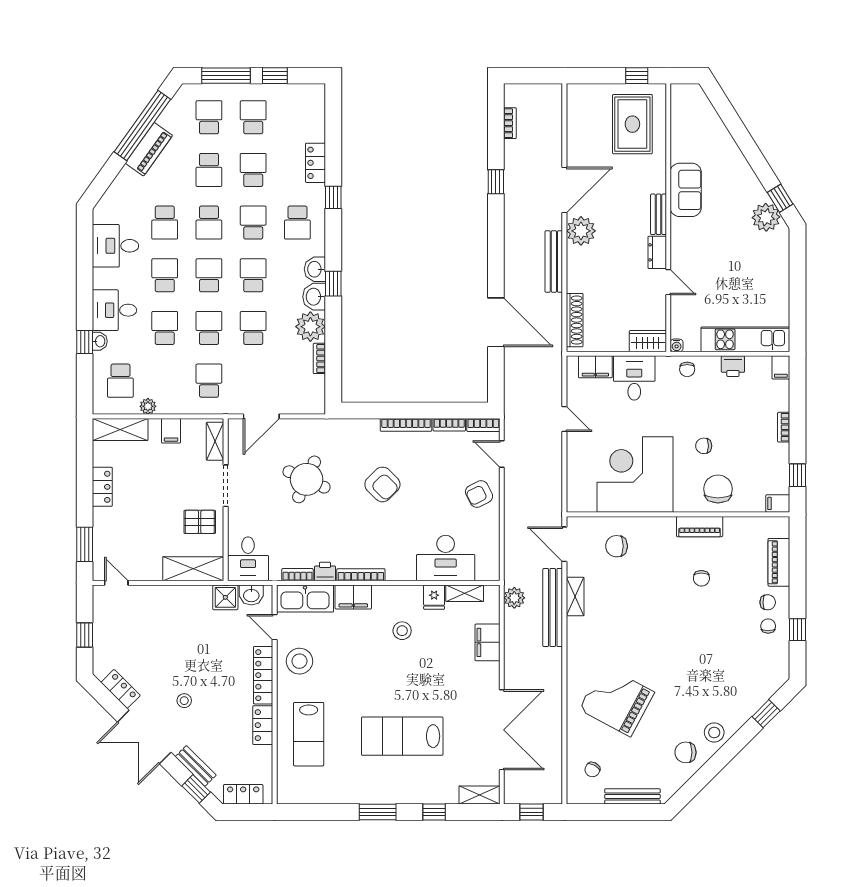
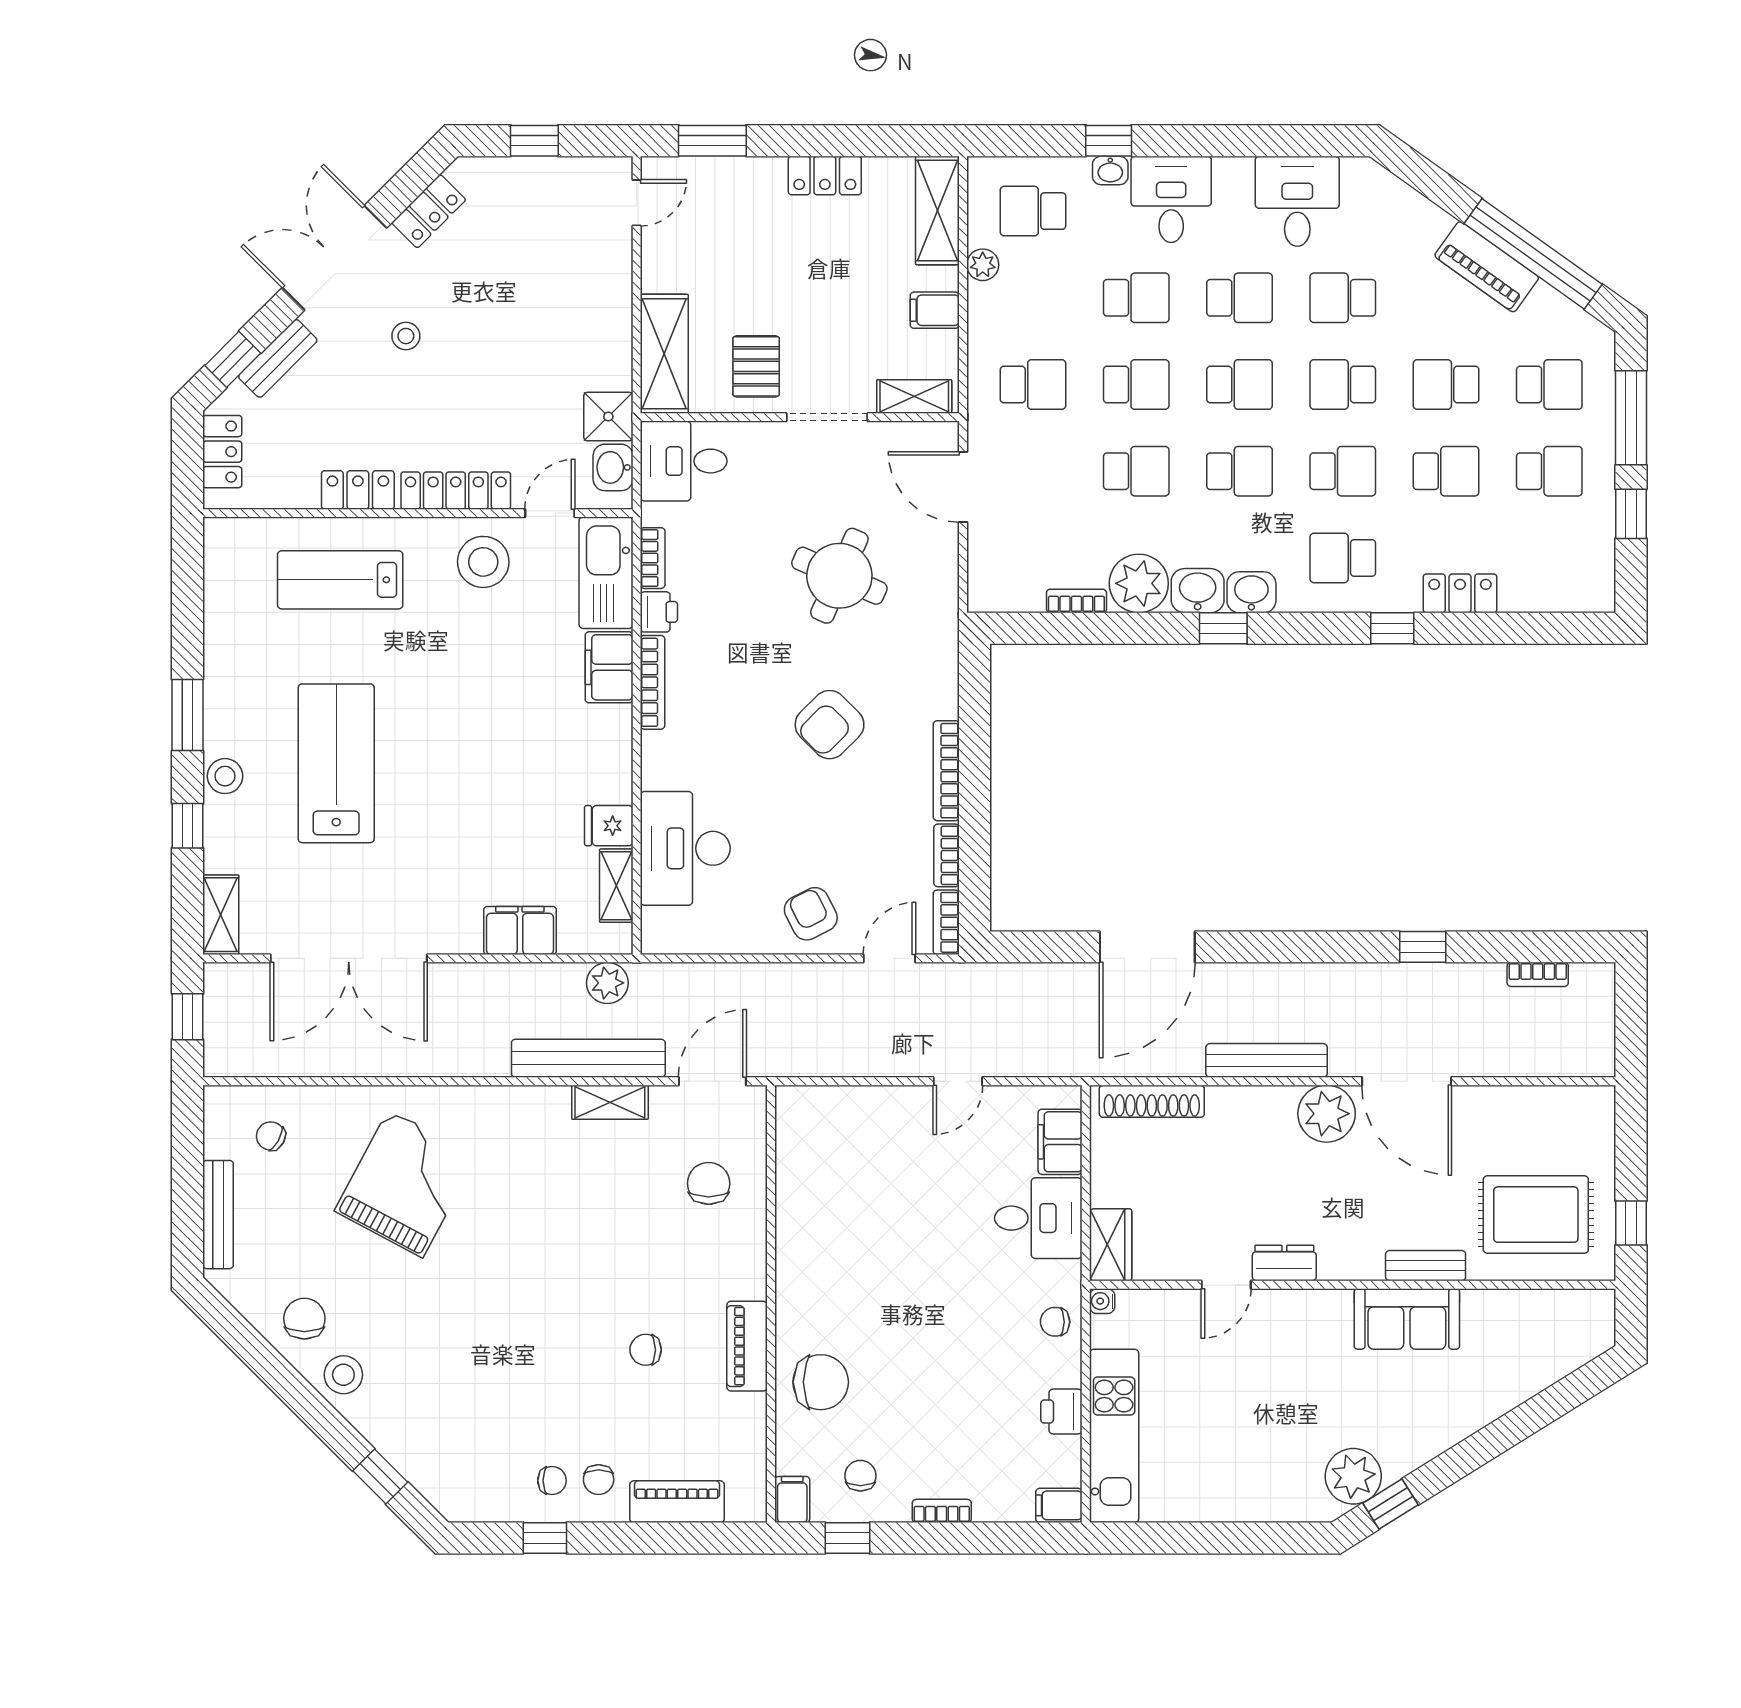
bench: (659, 214) -> (1426, 1266), moved
chair: (704, 446) -> (860, 1476), moved
corner desk: (635, 474) -> (849, 1219), removed
stool: (402, 631) -> (225, 776), moved

